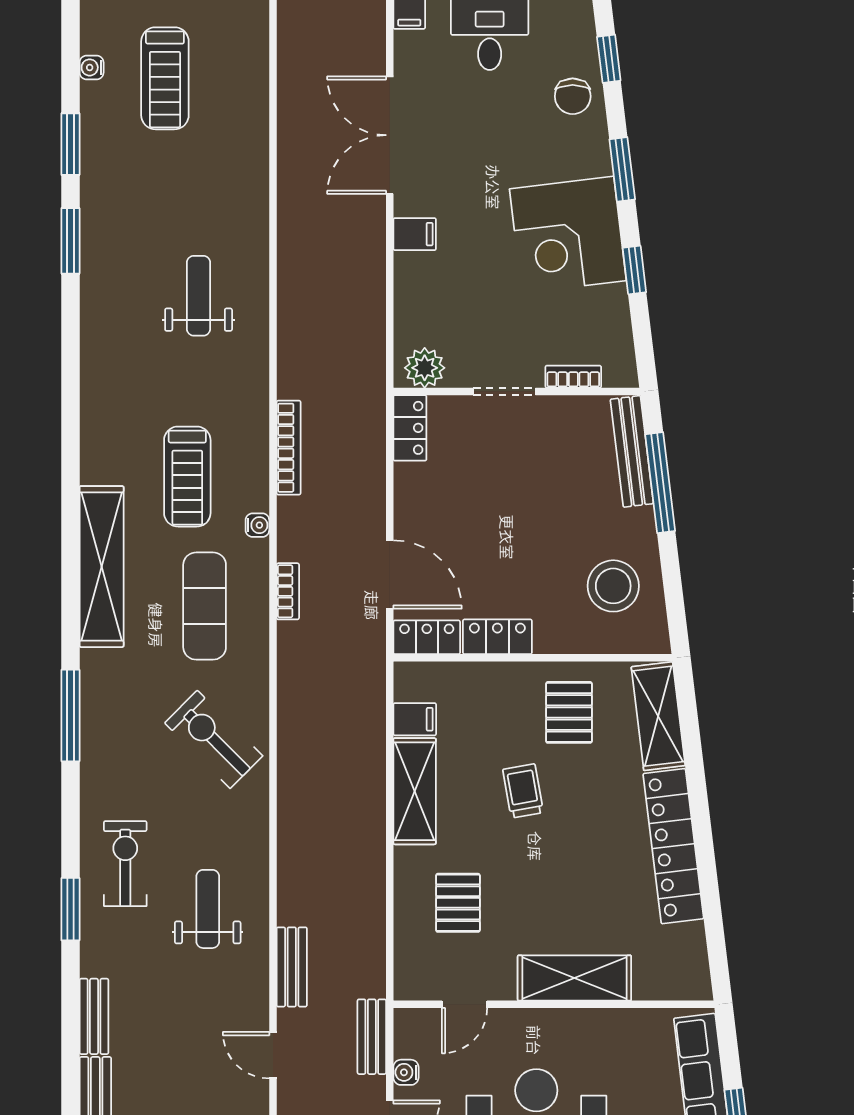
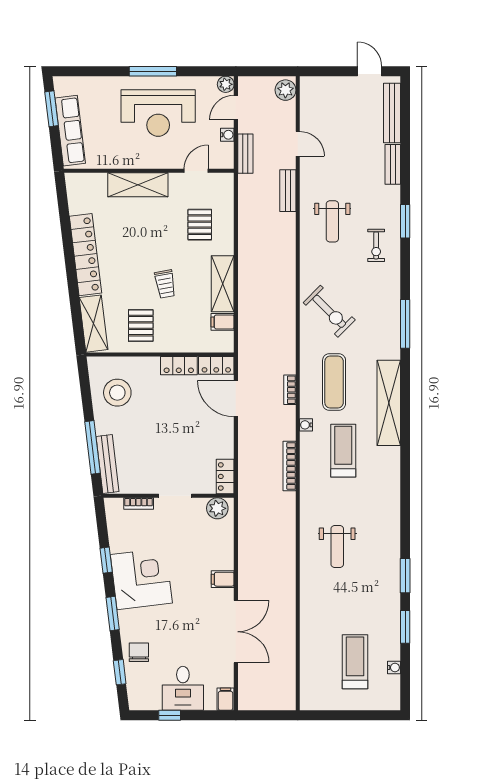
exercise bike: (125, 864) -> (376, 245), width x0.73, depth x0.72

